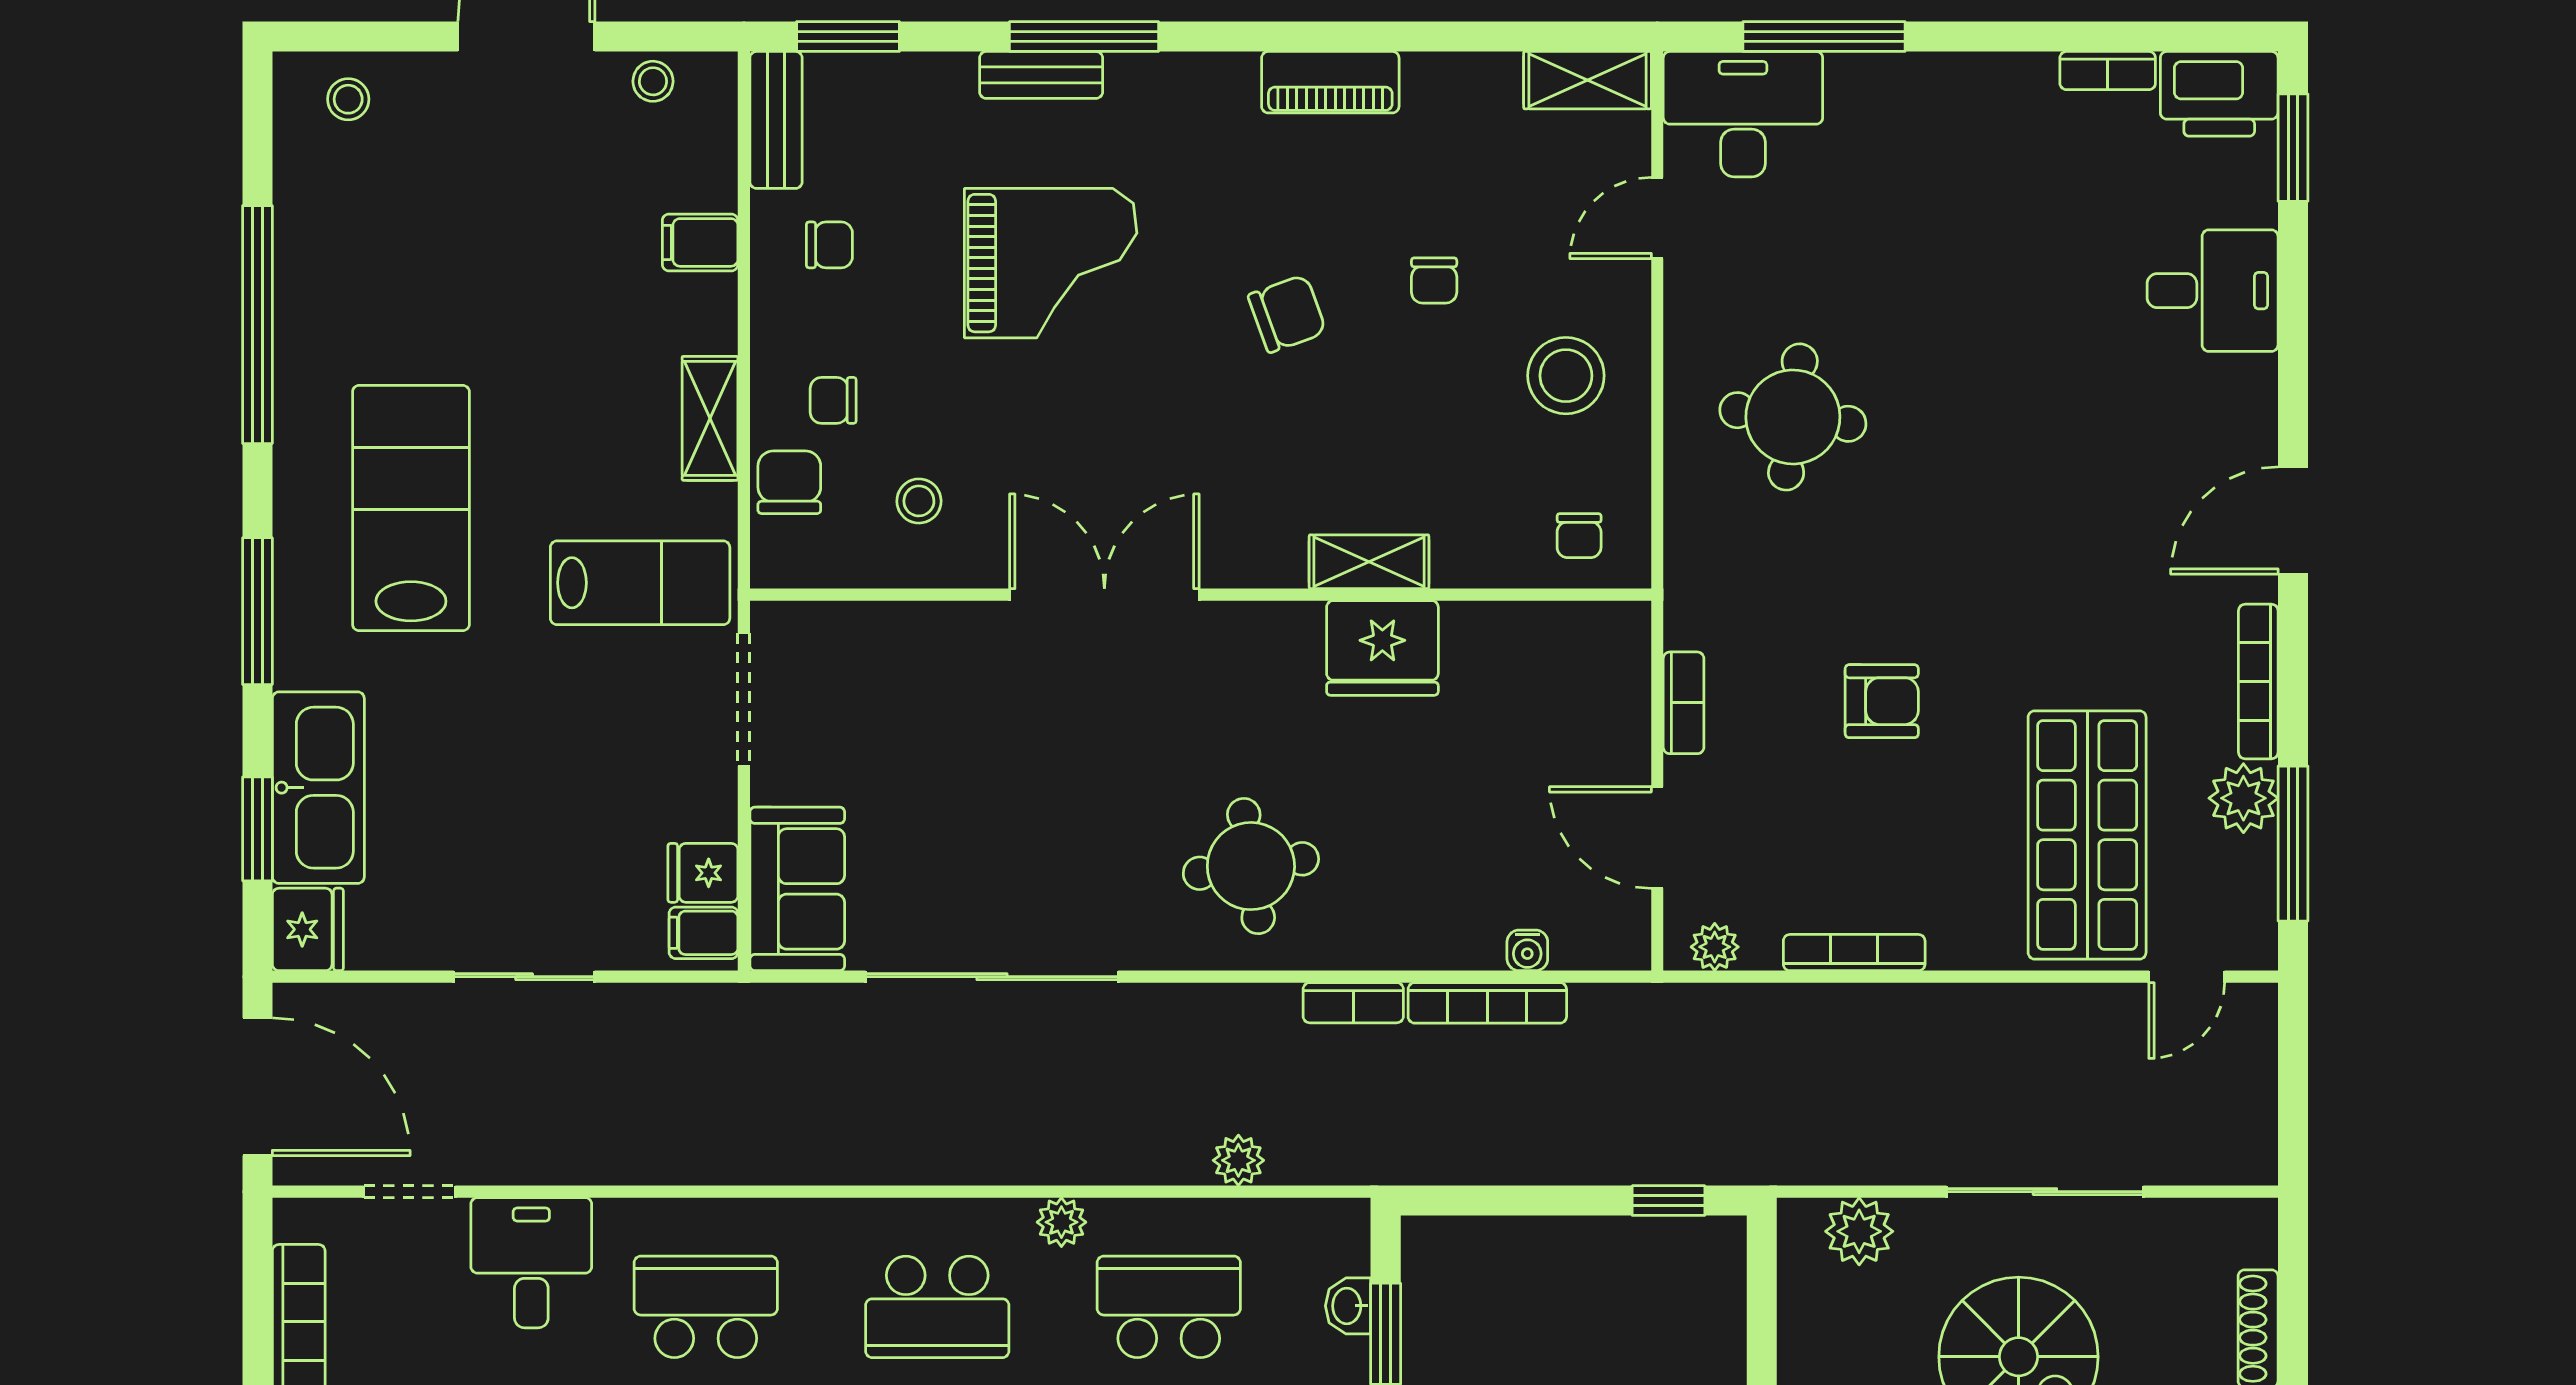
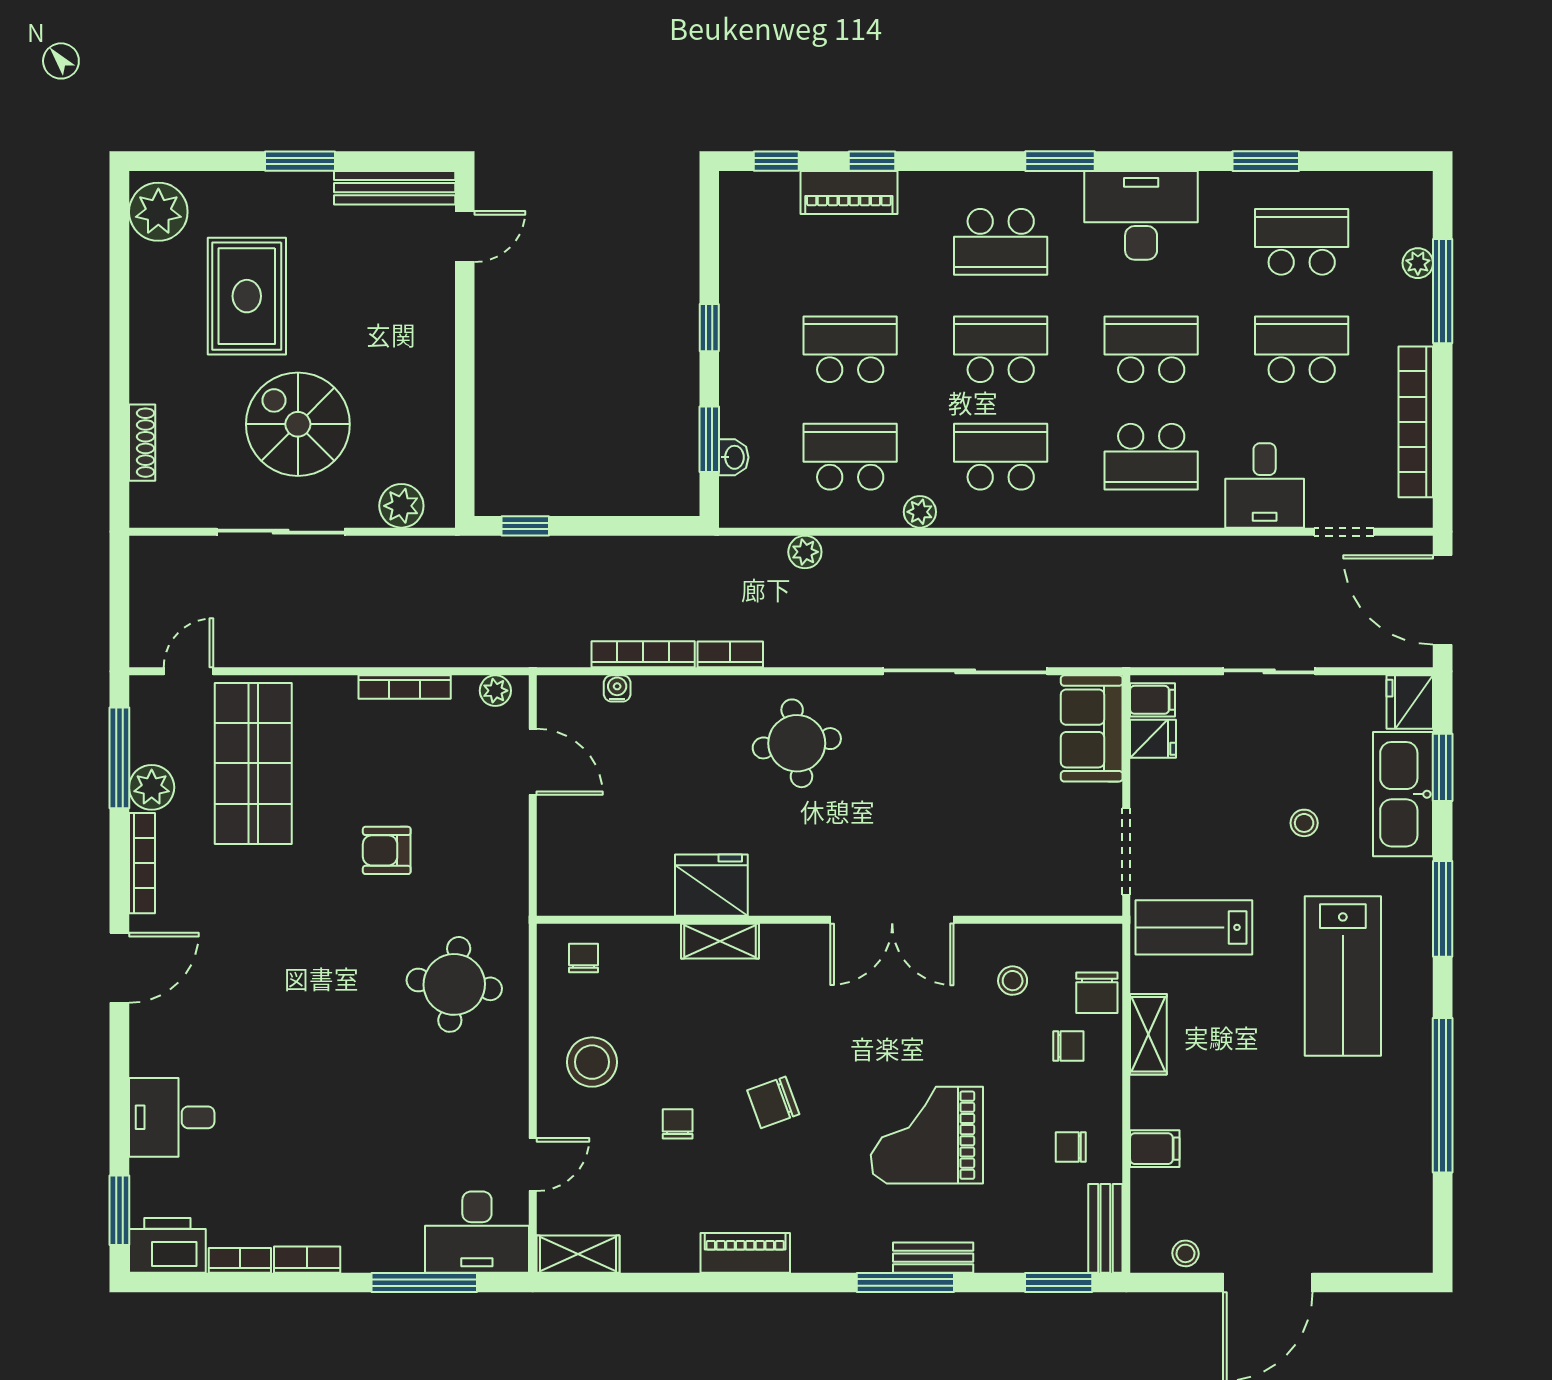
stool: (348, 99) -> (1304, 823), moved
round table: (1793, 417) -> (454, 984), moved
bookcase: (1684, 703) -> (307, 1260), moved, turned 90
school desk: (1169, 1307) -> (850, 457), turned 180

